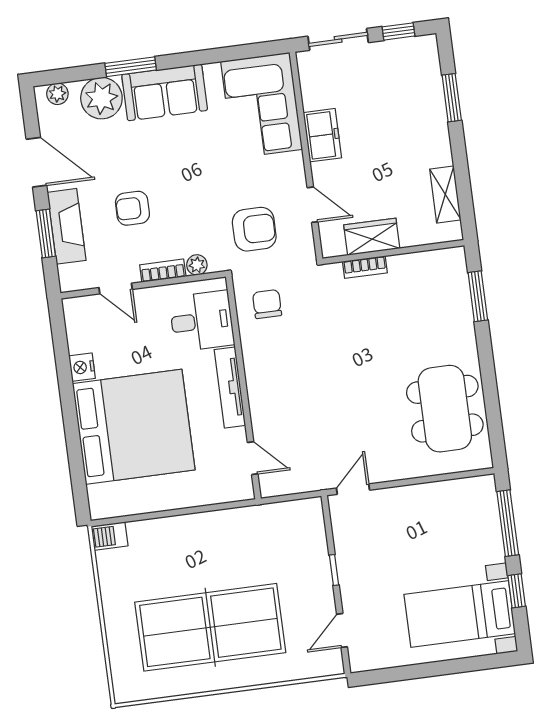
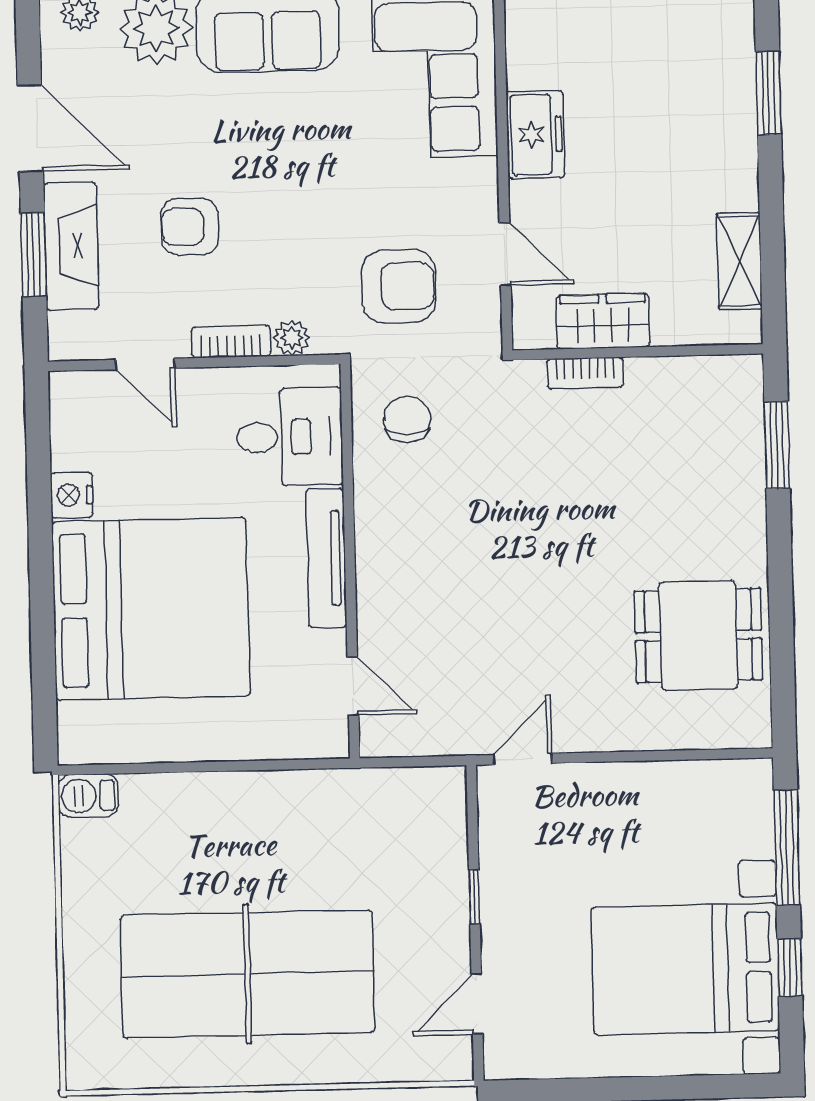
dining table: (445, 409) -> (698, 635), width x0.73
bed with nightstands: (460, 614) -> (685, 969), width x1.36

